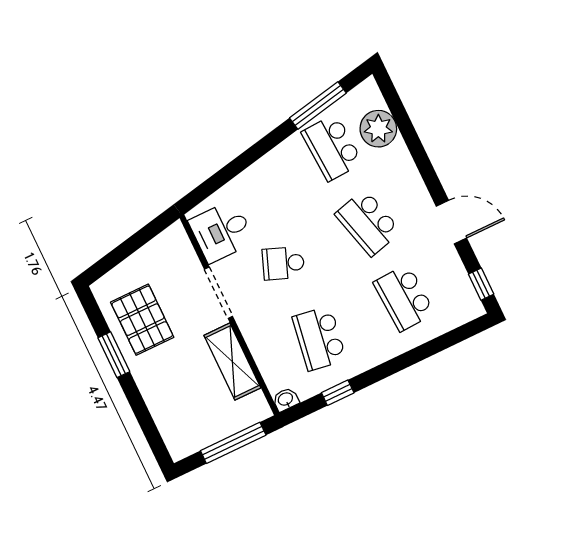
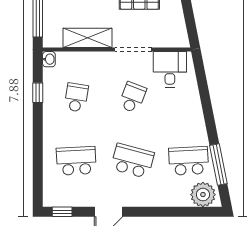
plant: (378, 129) -> (203, 195), moved
school desk: (368, 223) -> (132, 161), turned 30
school desk: (319, 338) -> (76, 97), width x0.54

